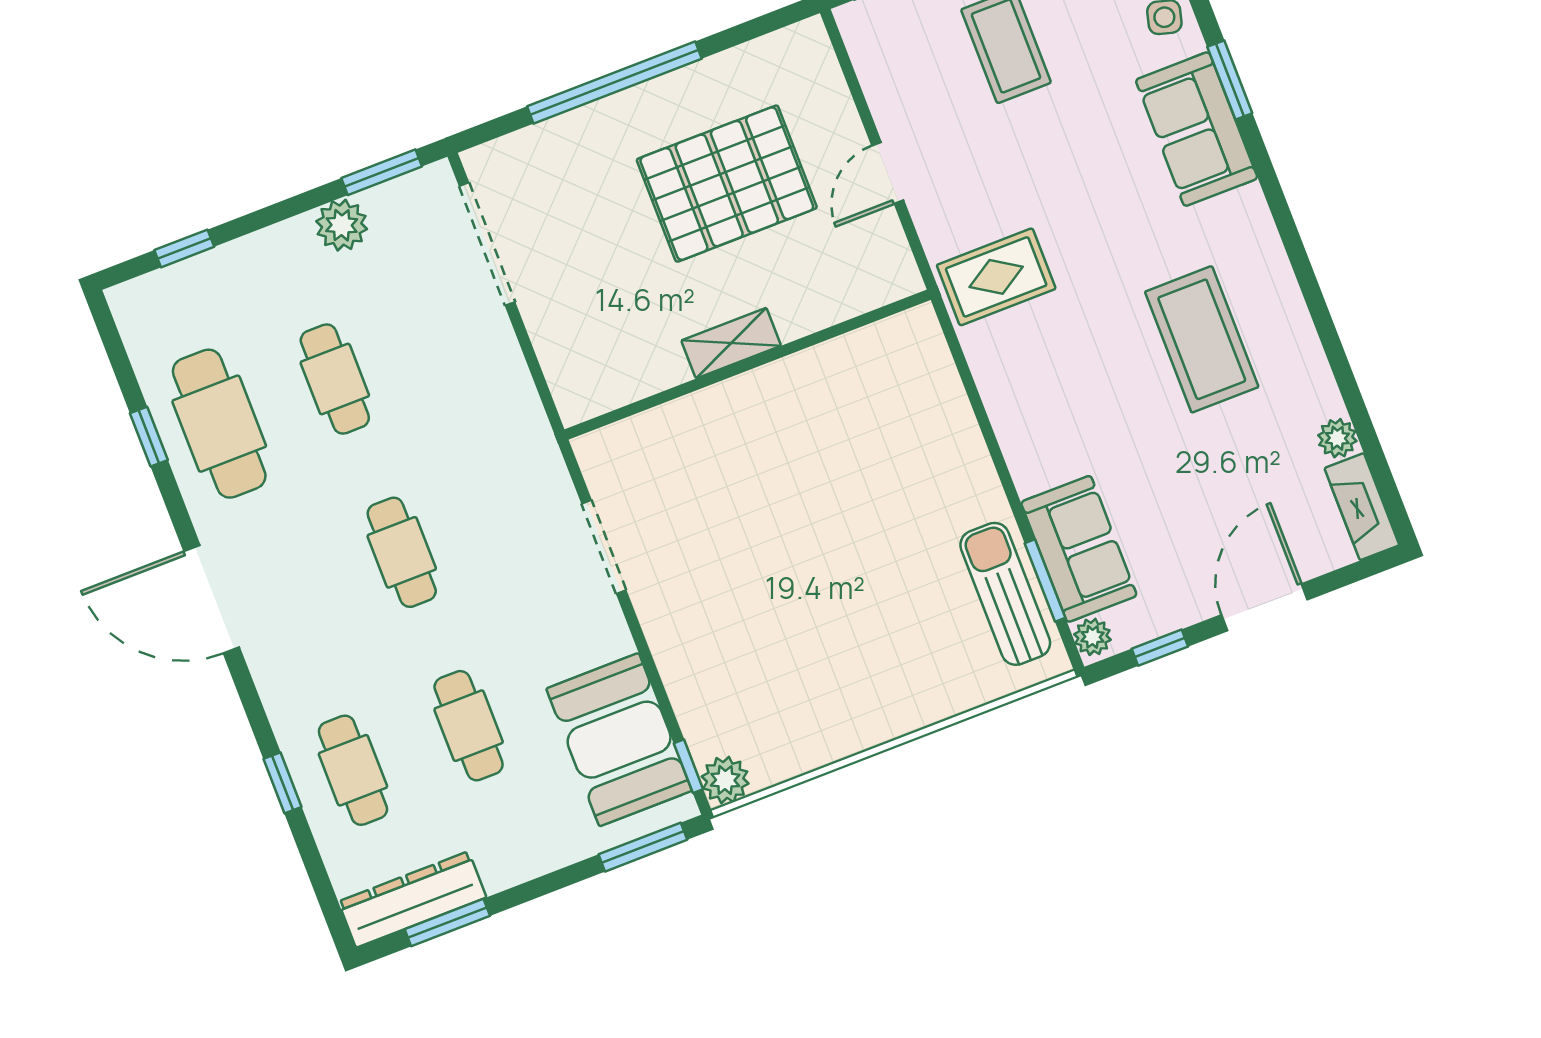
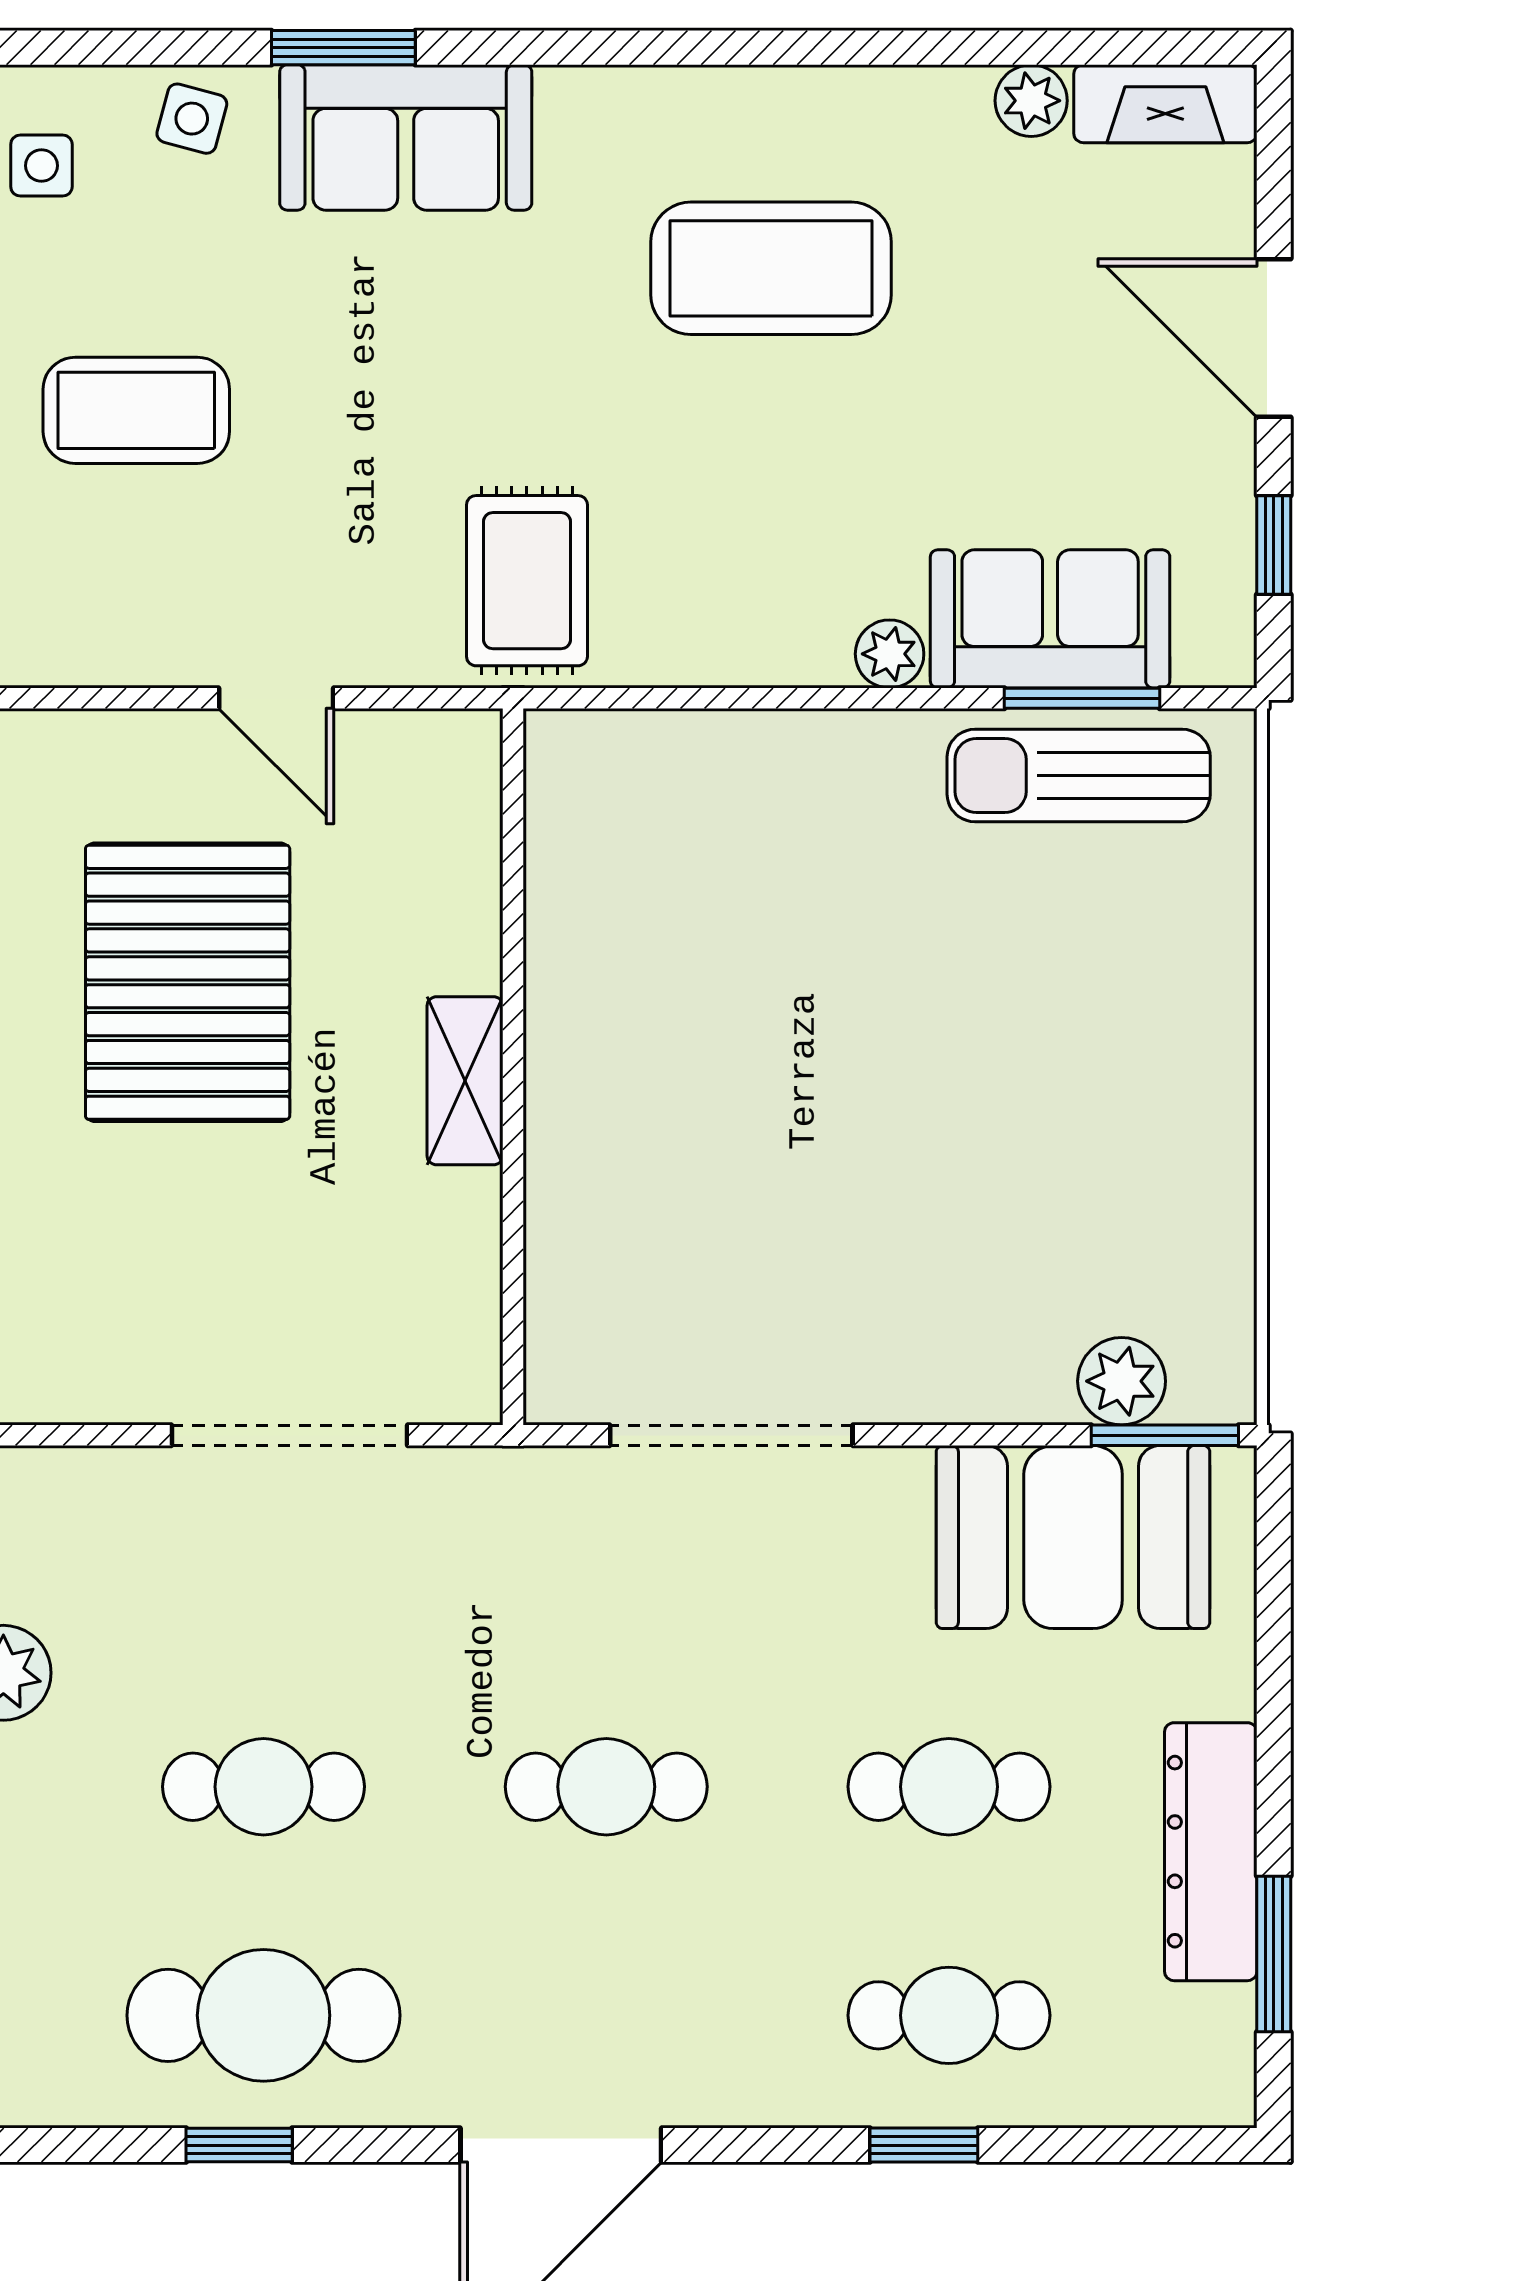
doorway: (487, 244) -> (289, 1435), moved
doorway: (604, 547) -> (731, 1435), width x1.36
plant: (1092, 637) -> (890, 654), moved
window: (688, 766) -> (1165, 1435), width x1.50
plant: (725, 780) -> (1122, 1381), moved
window: (643, 847) -> (1274, 1567), removed
dresser: (412, 899) -> (1211, 1852), moved

